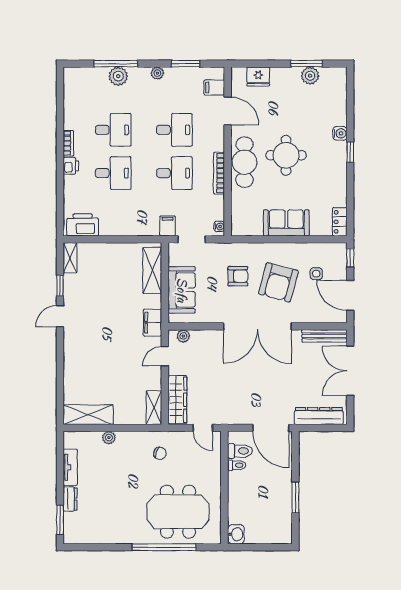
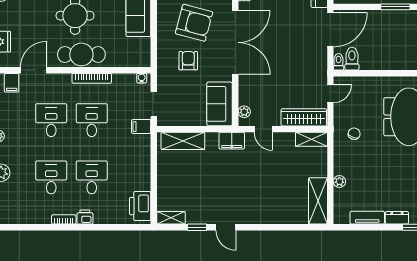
sofa: (182, 290) -> (220, 104), moved, turned -90
toilet: (237, 465) -> (339, 62), moved

